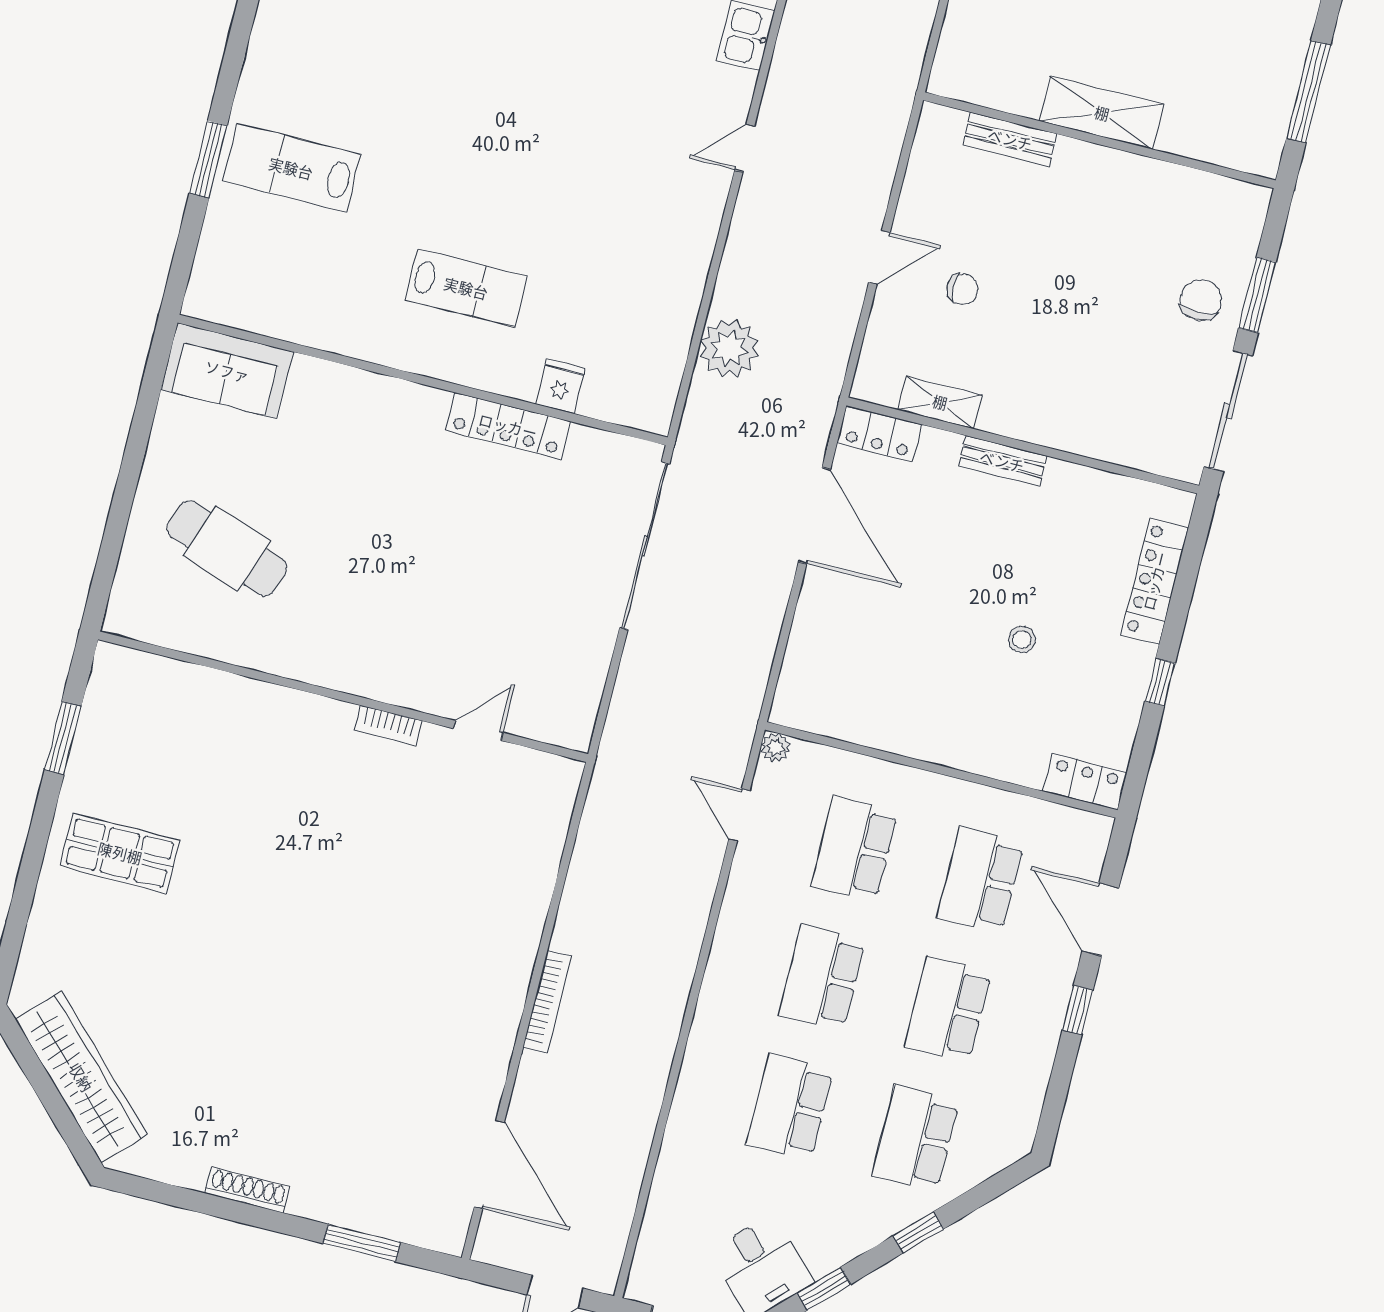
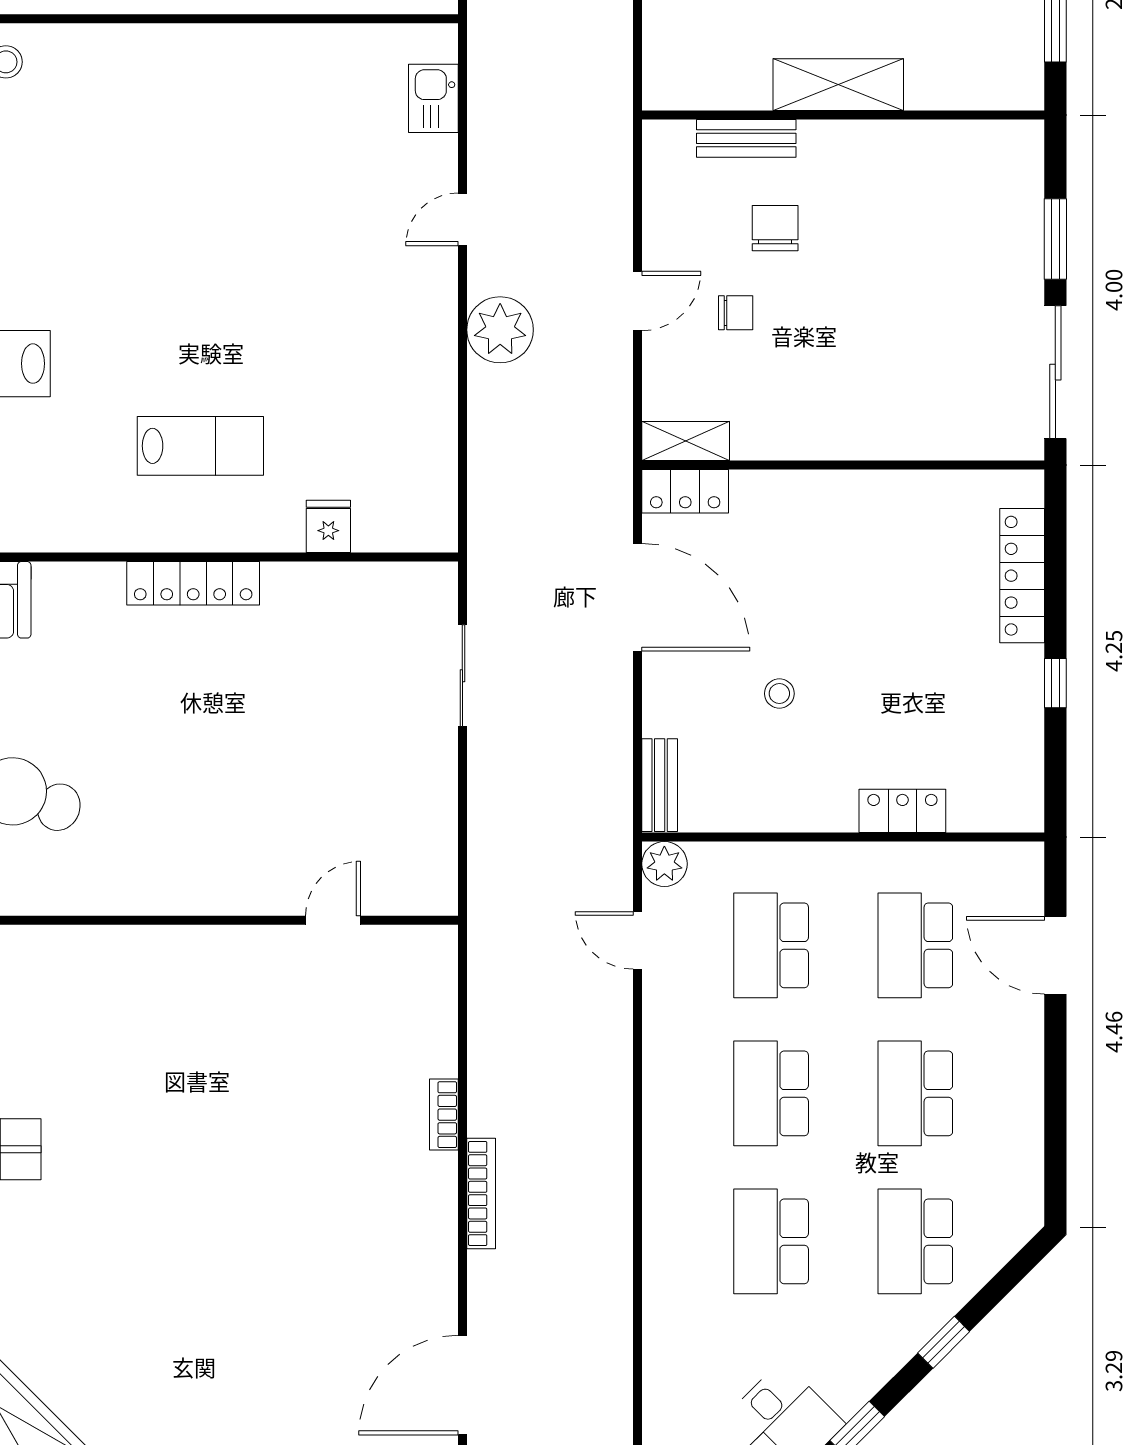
chair: (1201, 300) -> (775, 228), moved
plant: (729, 348) -> (500, 330), moved
shelving: (940, 402) -> (686, 441), moved
locker: (508, 426) -> (193, 583), moved
bench: (1002, 461) -> (660, 785), moved, turned 90
sliding door: (645, 546) -> (462, 676), width x0.54
stool: (1022, 639) -> (779, 694), moved
bookcase: (389, 725) -> (444, 1115), moved, turned 90
plant: (775, 748) -> (664, 864), width x1.38, depth x1.38
locker: (1085, 782) -> (902, 811), moved
window: (1078, 1010) -> (1055, 1059), removed
door: (489, 1164) -> (462, 1385), swing flipped

